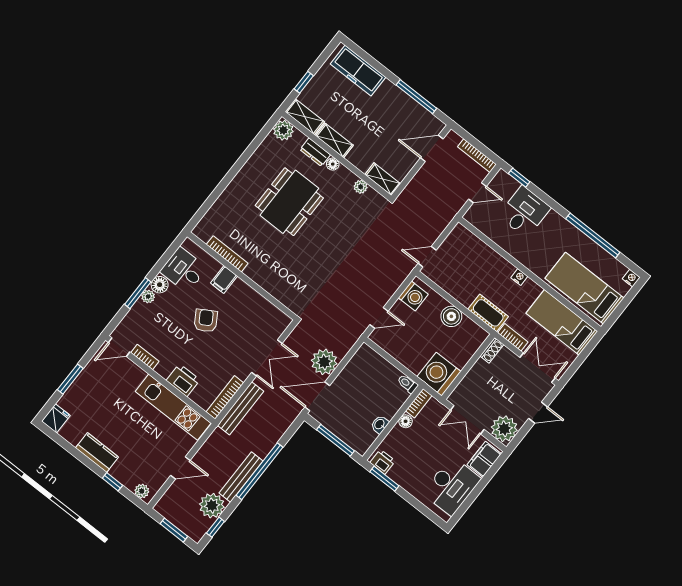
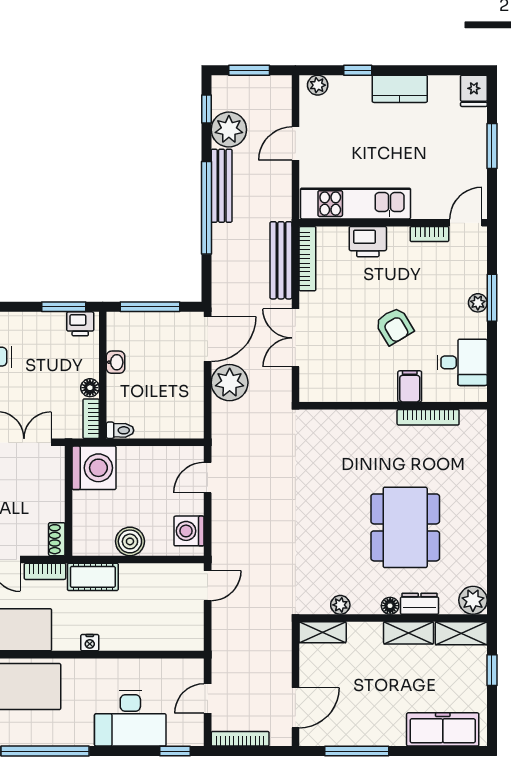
desk: (524, 212) -> (130, 718), width x1.37
floor lamp: (160, 285) -> (475, 326), removed

